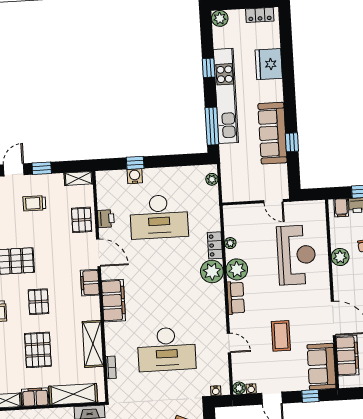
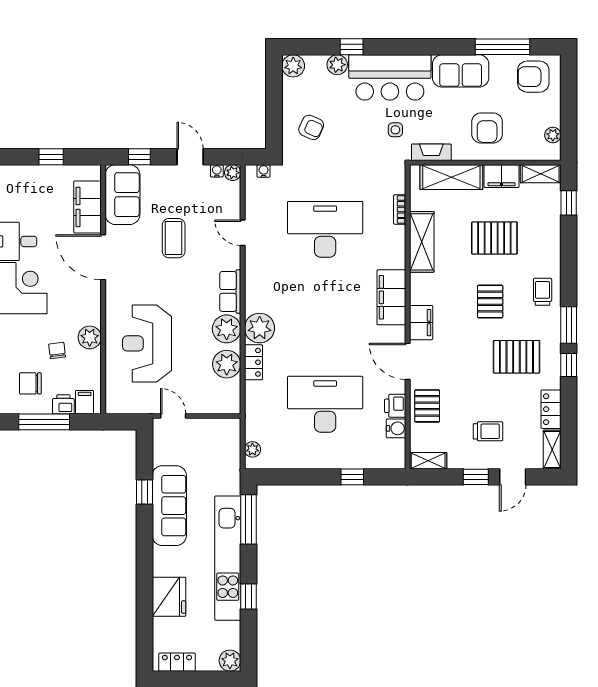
water cooler: (135, 176) -> (396, 428), moved, turned -90
plant: (230, 243) -> (227, 364), width x1.87, depth x1.87
pallet: (38, 350) -> (494, 238), turned 90

